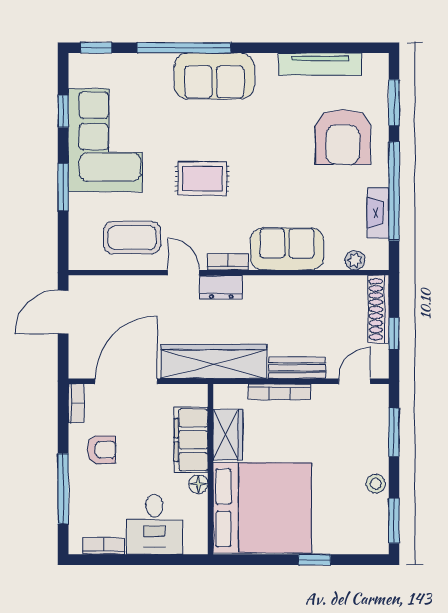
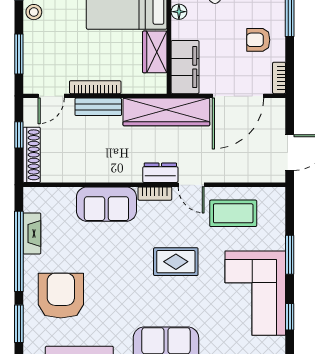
plant: (355, 260) -> (51, 195), removed
bookcase: (280, 392) -> (95, 87), moved
filing cabinet: (191, 440) -> (185, 67), moved

